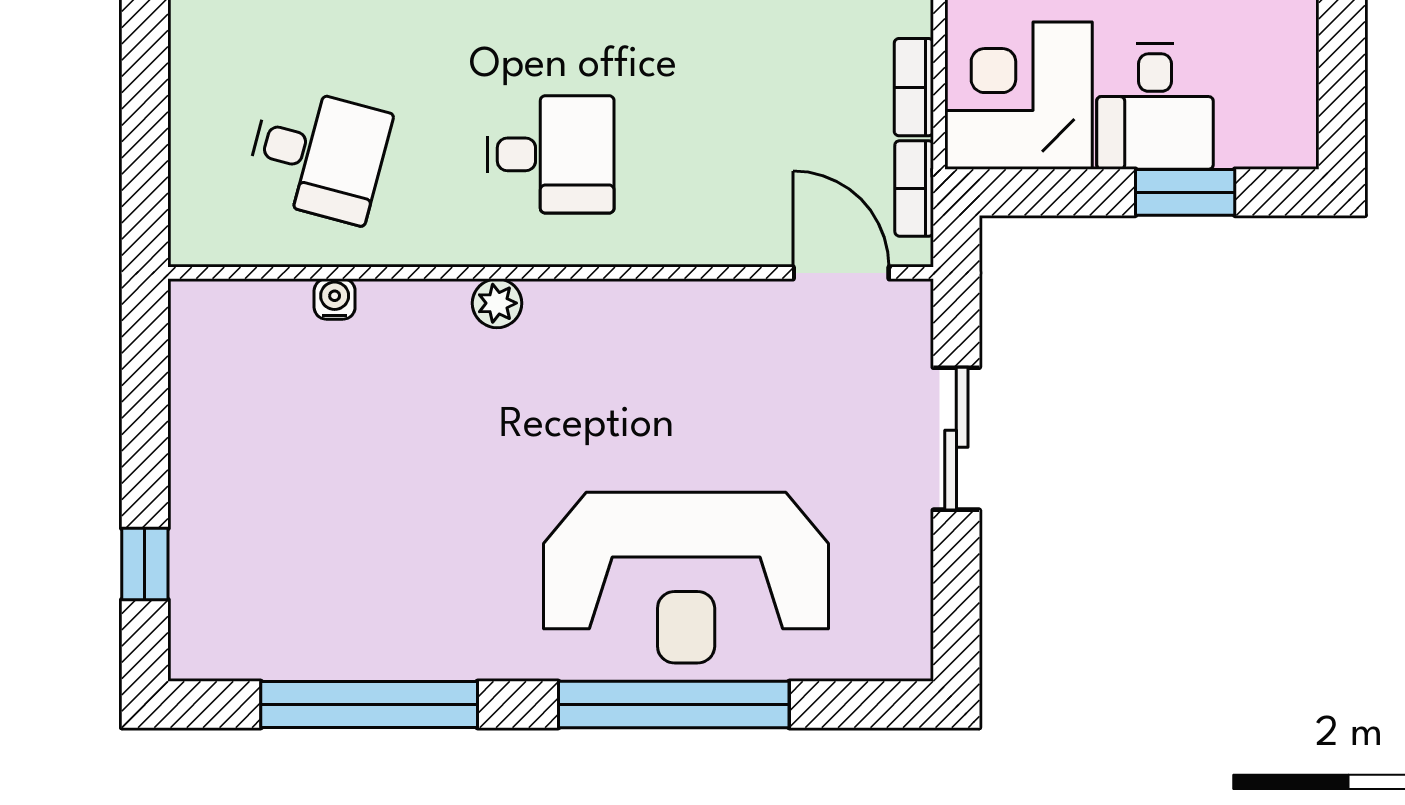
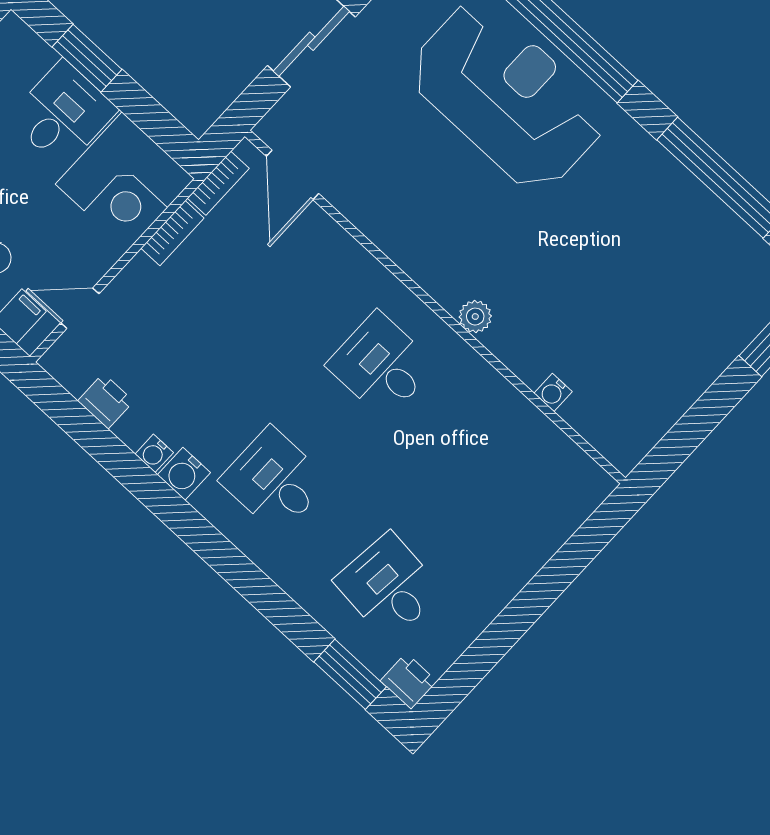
desk: (318, 154) -> (495, 471), removed

